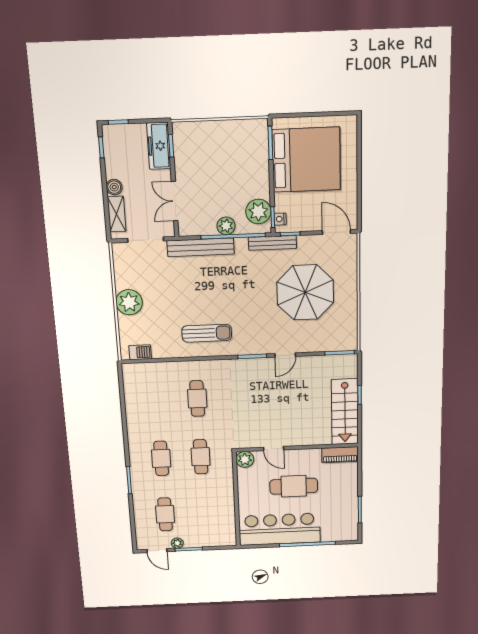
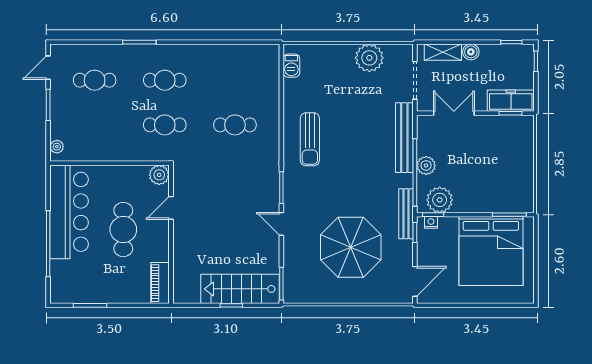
plant: (129, 302) -> (369, 58), moved
stairs: (345, 412) -> (240, 289), moved
plant: (177, 543) -> (57, 147), moved

